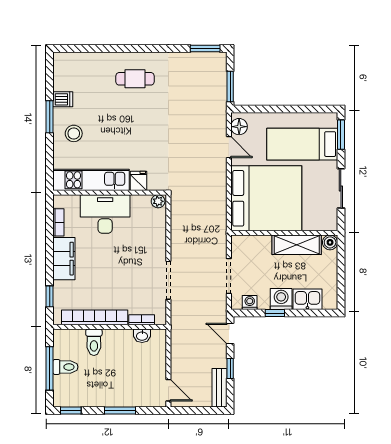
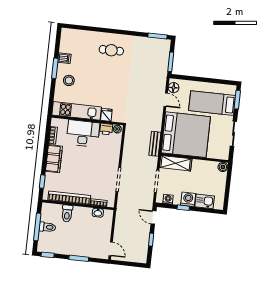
printer: (141, 203) -> (106, 129), added
shelving: (297, 245) -> (176, 163), moved
bench: (219, 388) -> (155, 144), moved

